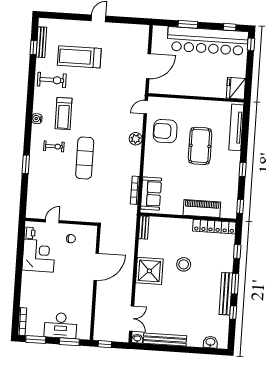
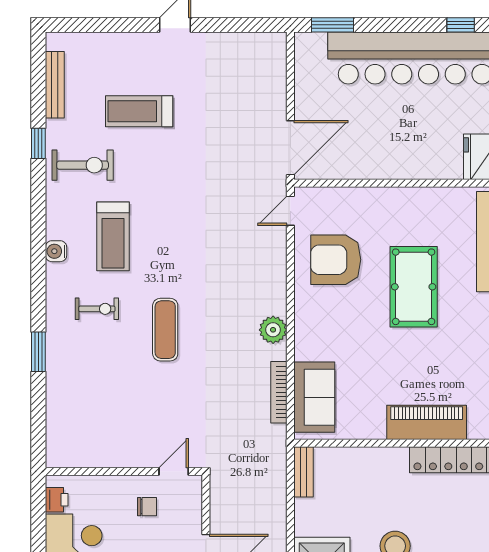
window: (188, 24) -> (333, 25), moved
window: (34, 47) -> (38, 143), moved
treadmill: (79, 57) -> (139, 111), width x0.73, depth x0.73
door: (148, 66) -> (290, 148), moved
plant: (136, 139) -> (273, 330), moved
exercise mat: (85, 158) -> (165, 330), width x0.73, depth x0.69
door: (52, 221) -> (174, 471), moved

